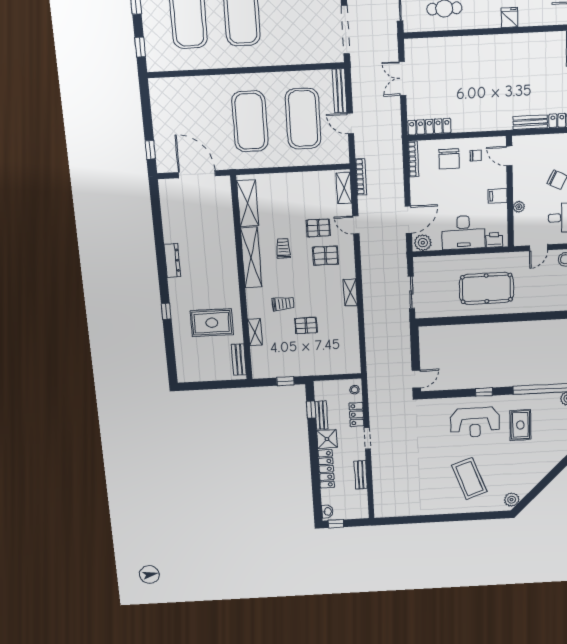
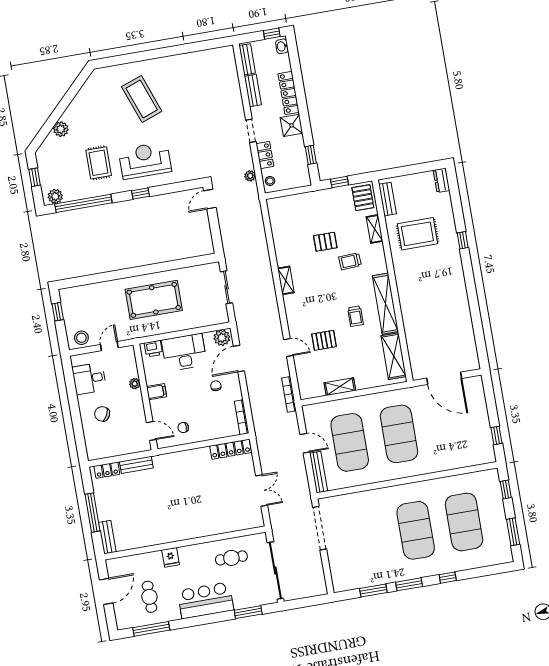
window: (150, 150) -> (496, 435), moved
chair: (449, 159) -> (216, 386), moved, width x0.54, depth x0.54
shelving: (344, 188) -> (340, 387), moved, turned 90
pallet: (326, 256) -> (363, 198), moved, turned 90
dresser: (172, 260) -> (441, 180), moved, width x0.70
plant: (373, 397) -> (250, 176), added
bench: (321, 415) -> (247, 59), moved
plant: (512, 500) -> (61, 129), moved

